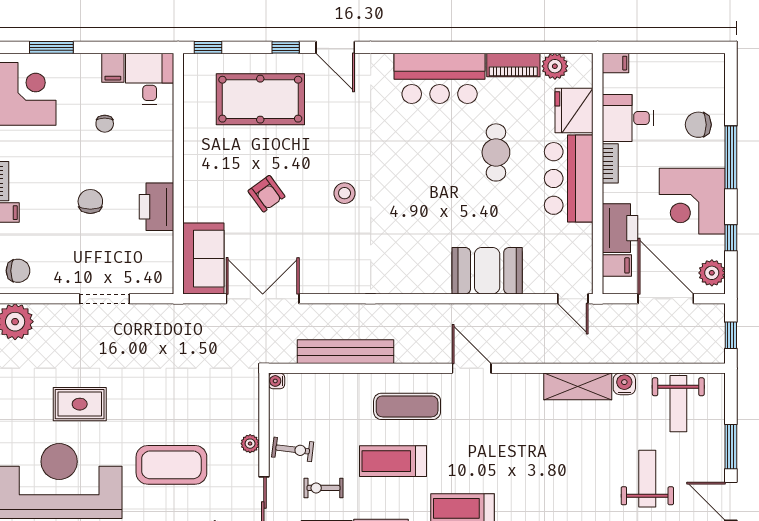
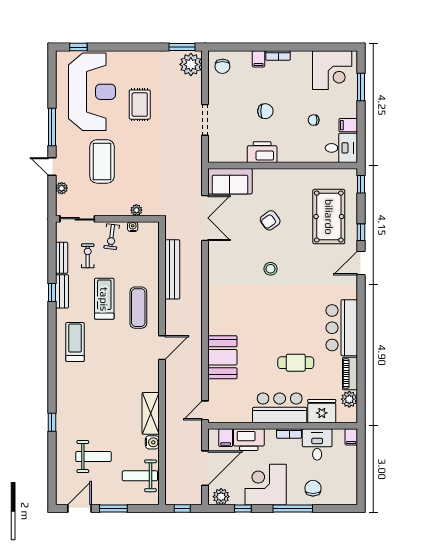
water cooler: (277, 381) -> (133, 227), moved
plant: (250, 444) -> (136, 210), moved

